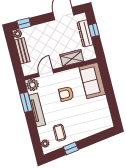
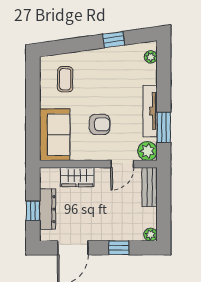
window: (24, 23) -> (119, 248), moved
bench: (22, 51) -> (150, 187), moved
coffee table: (60, 133) -> (65, 79), moved

